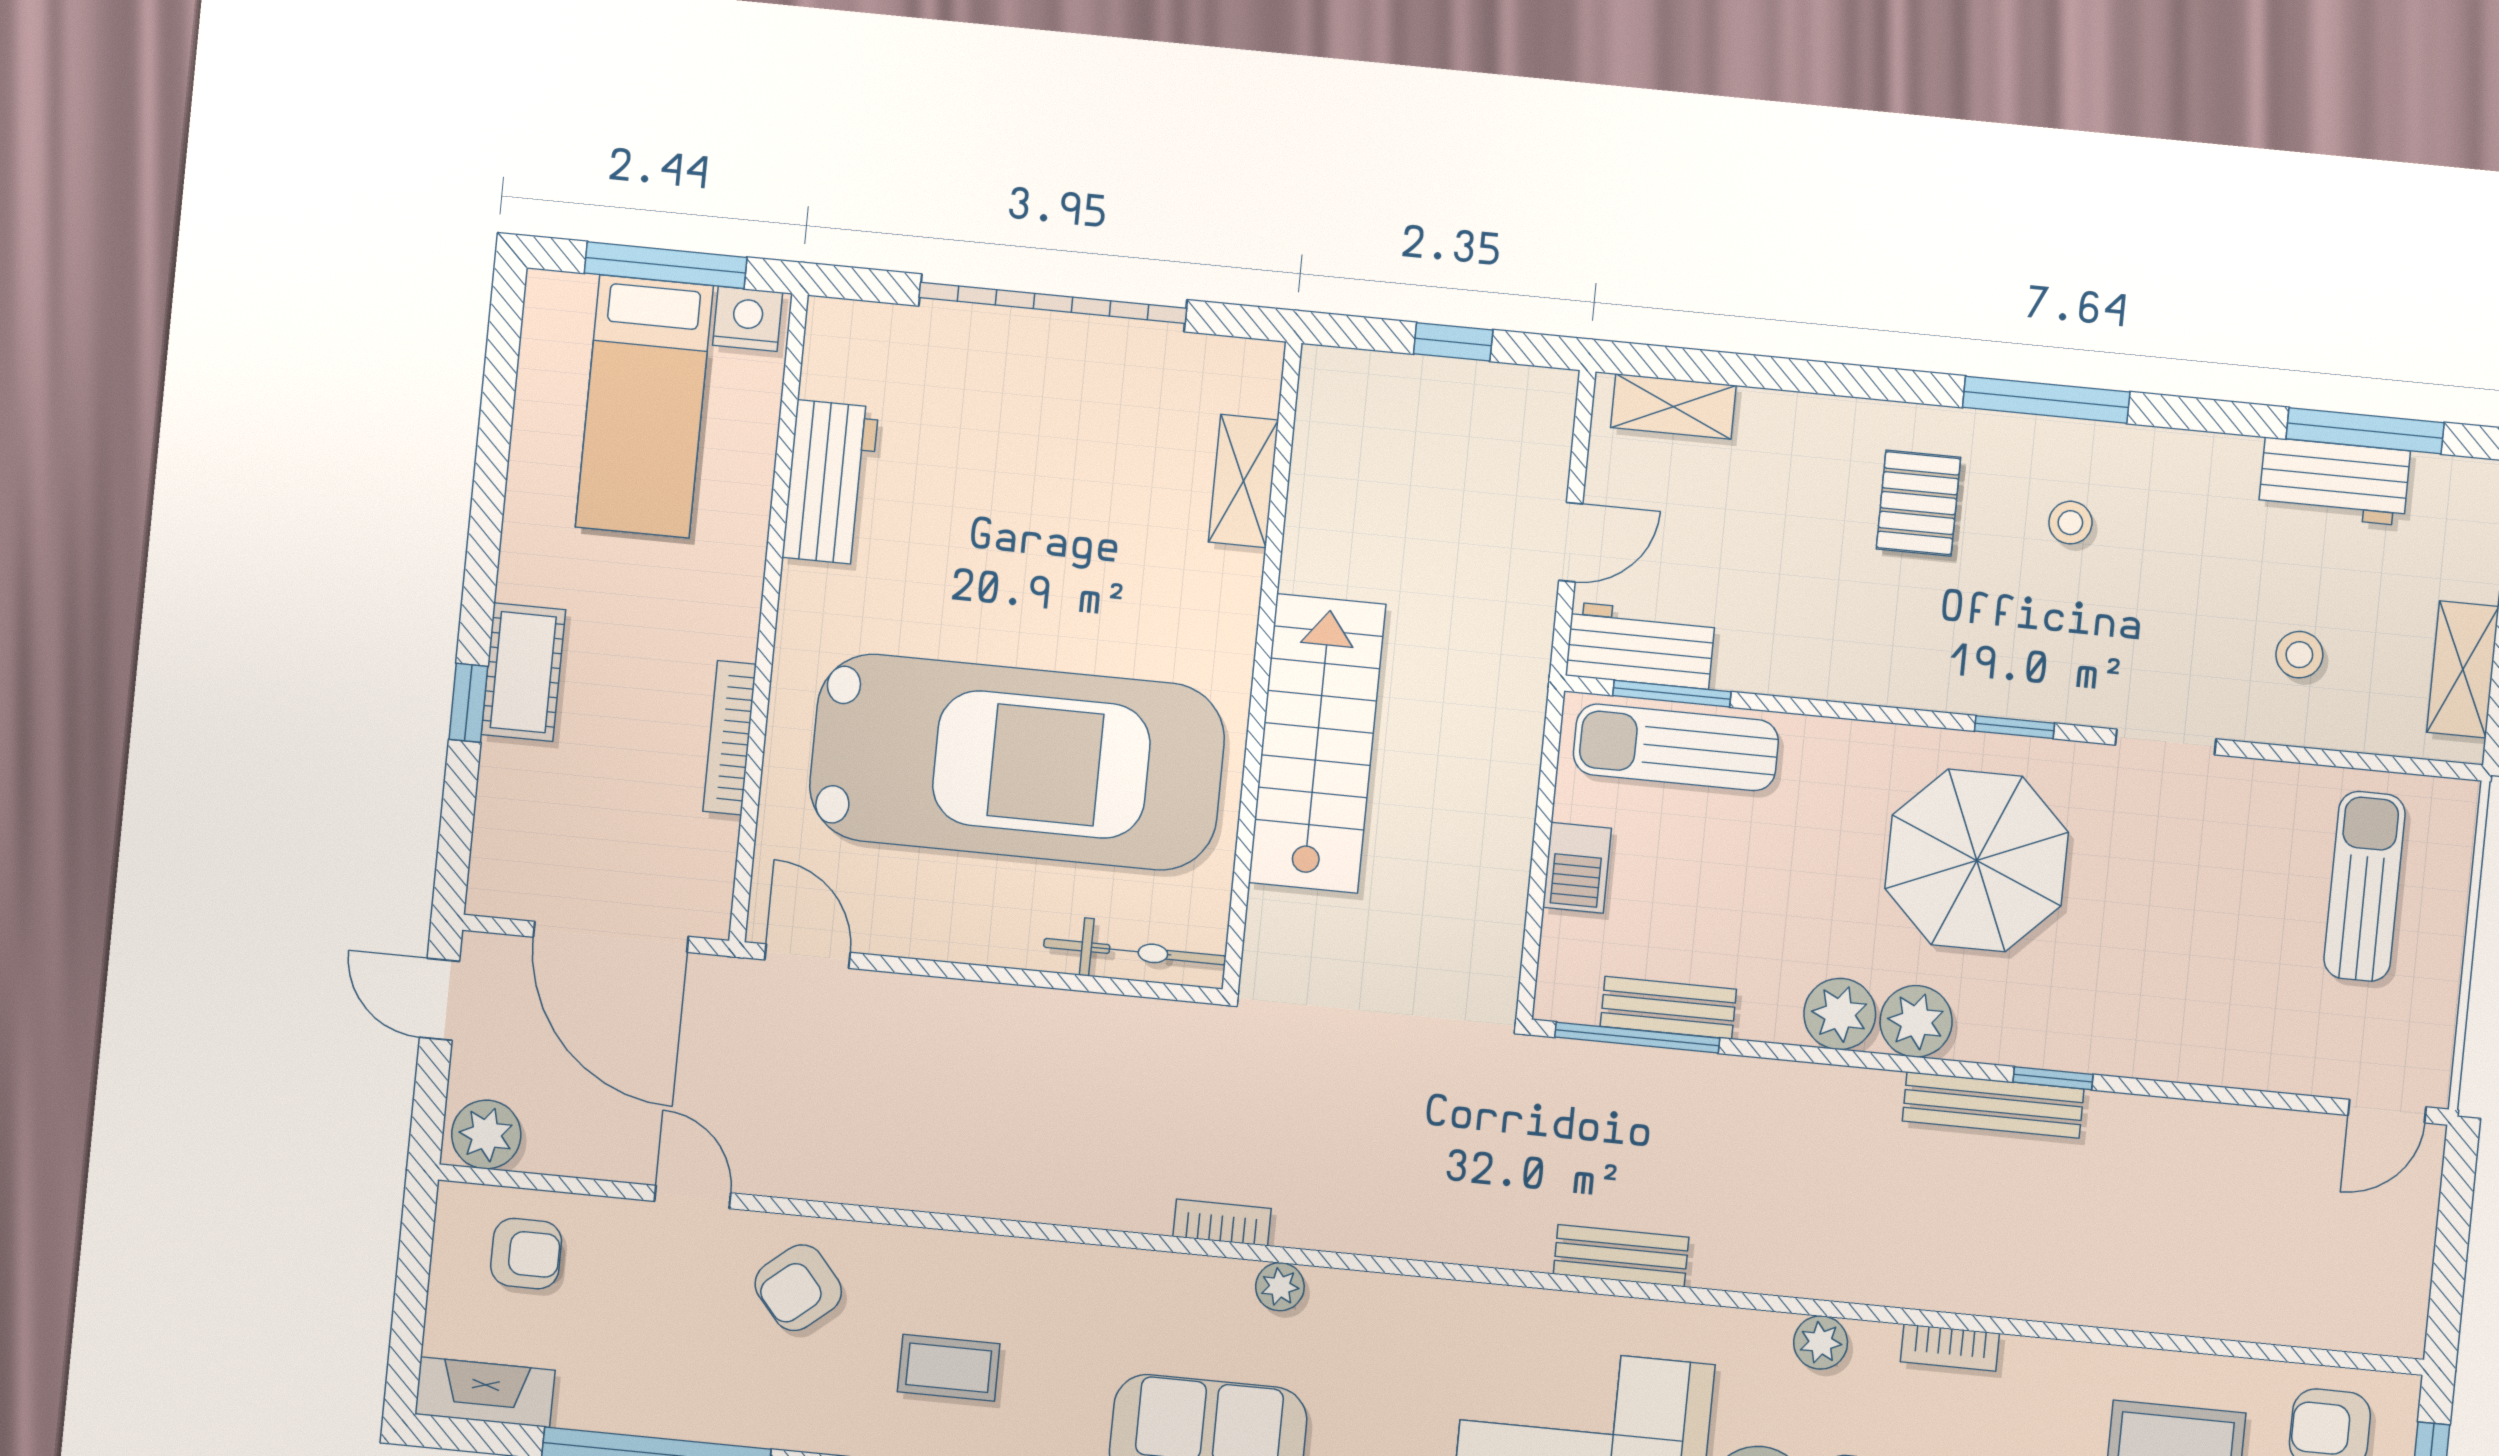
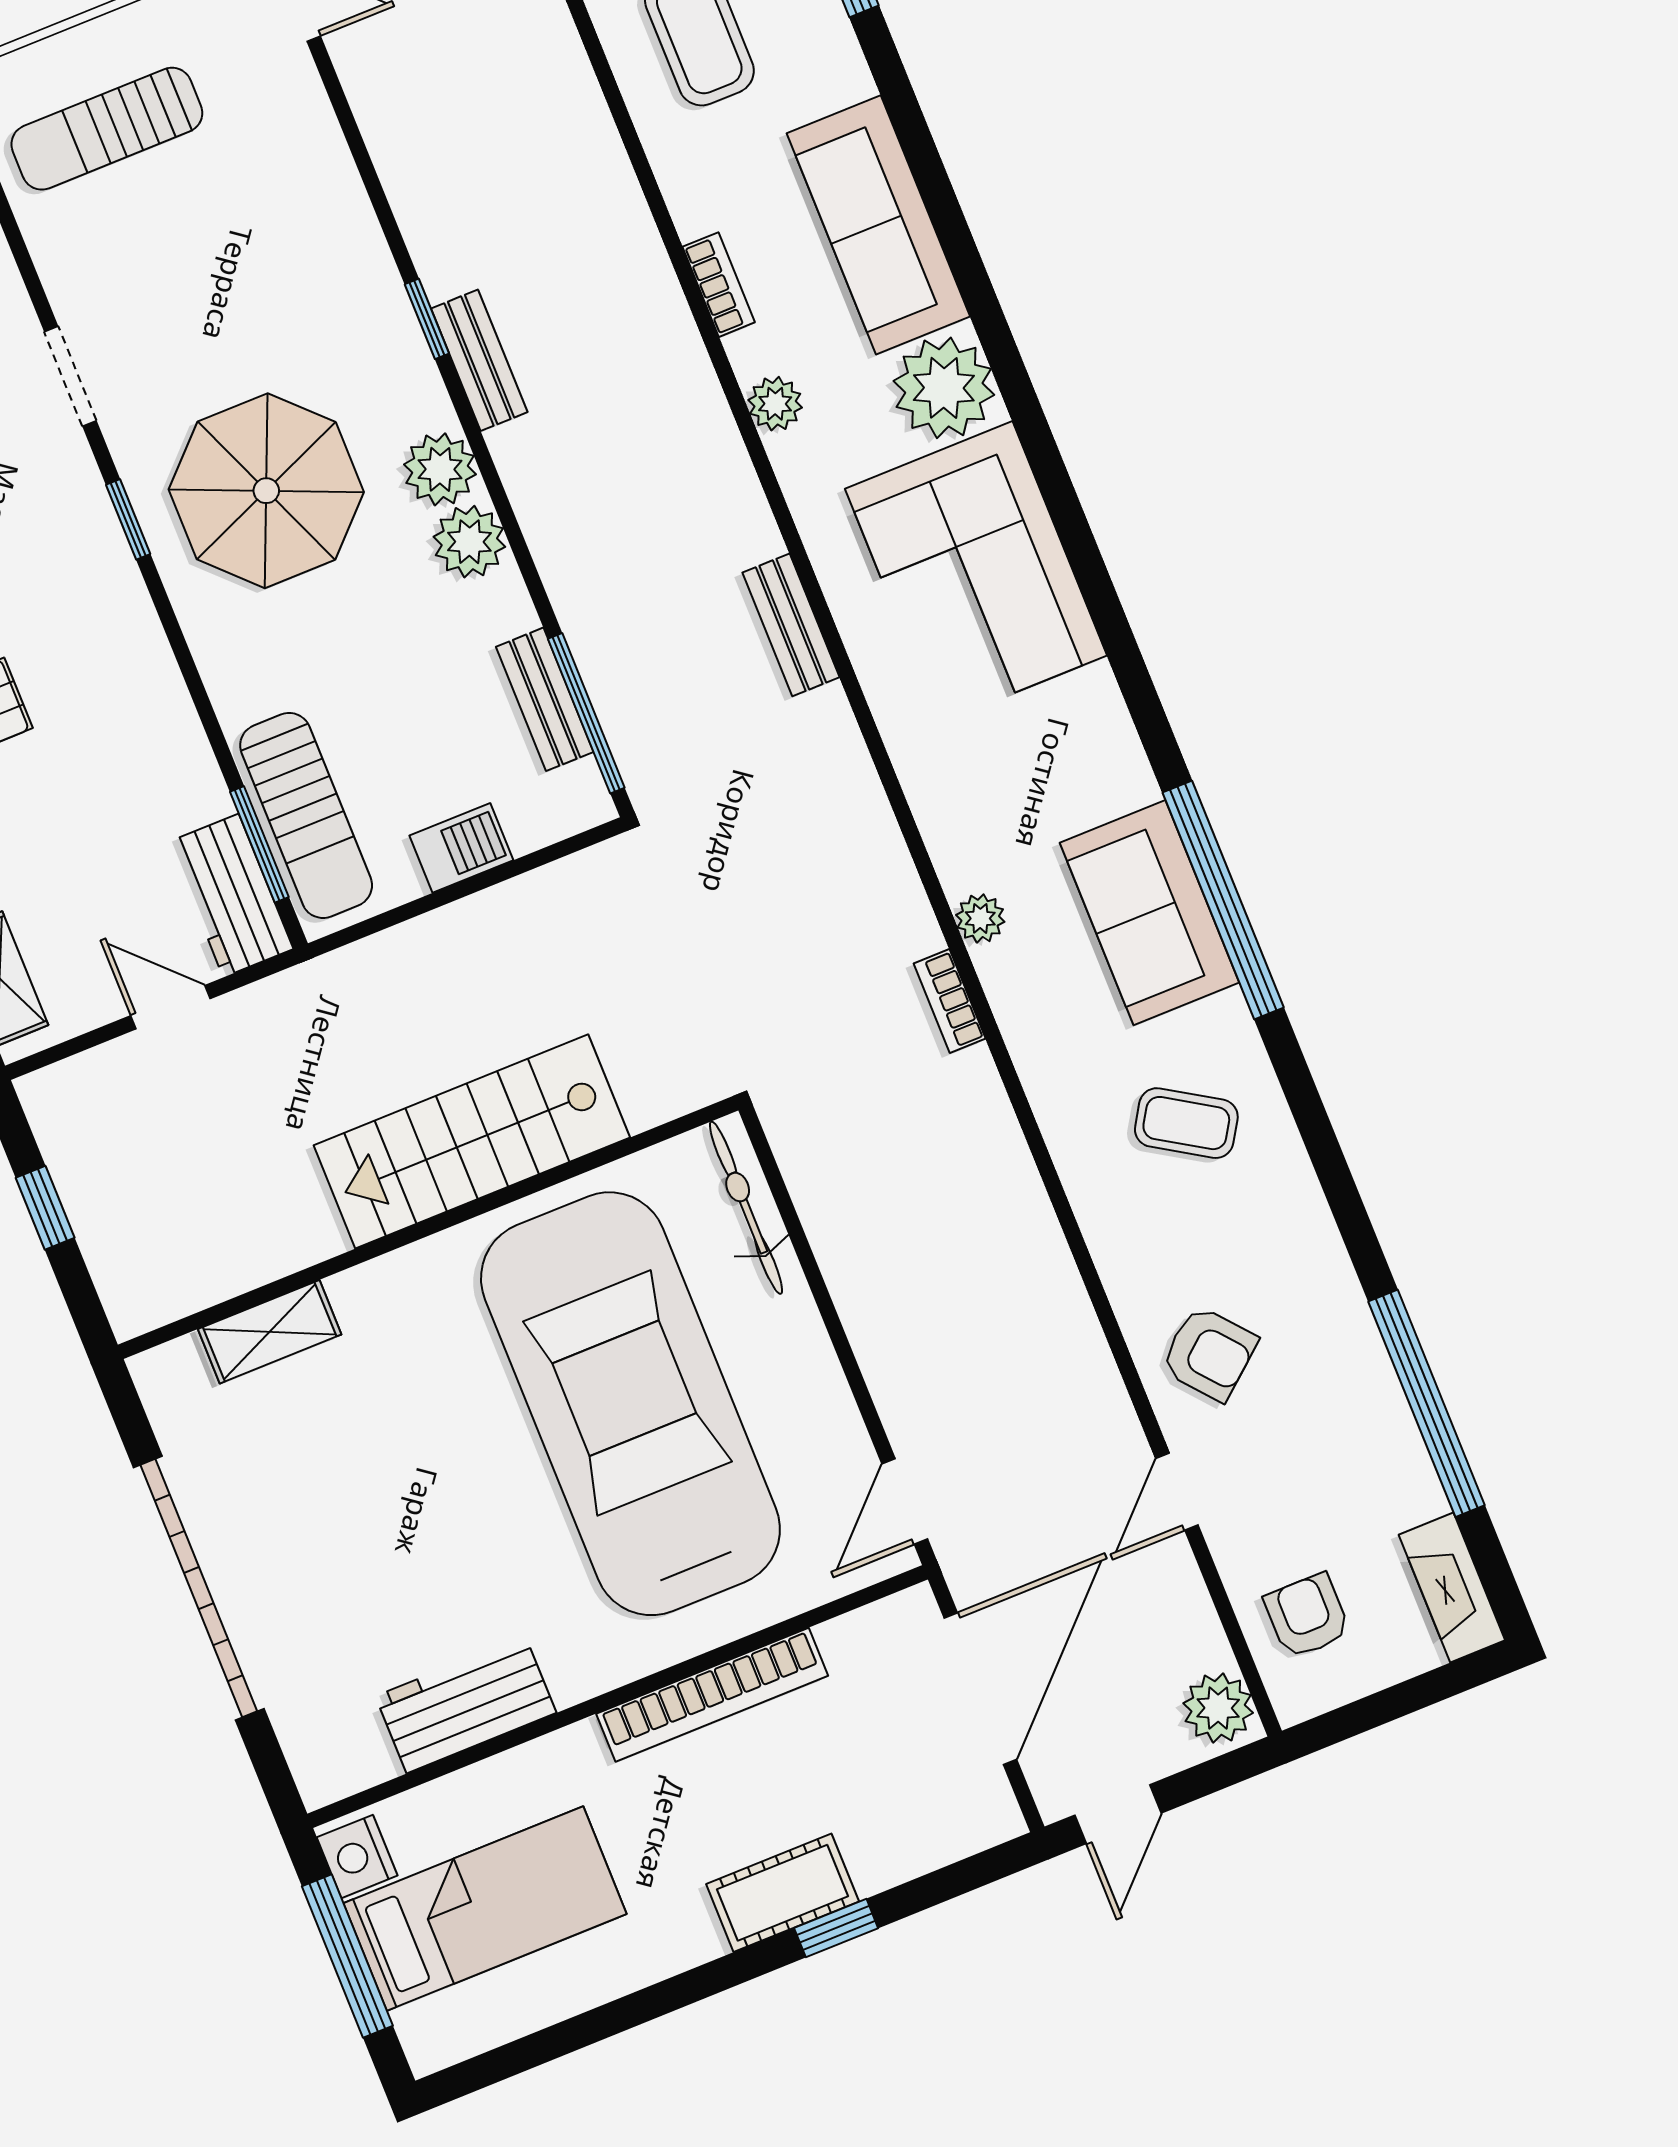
bookcase: (730, 738) -> (712, 1695), width x1.48, depth x1.31
bench: (1993, 1105) -> (479, 360), width x0.73
coffee table: (949, 1368) -> (1186, 1123), moved, turned -58

